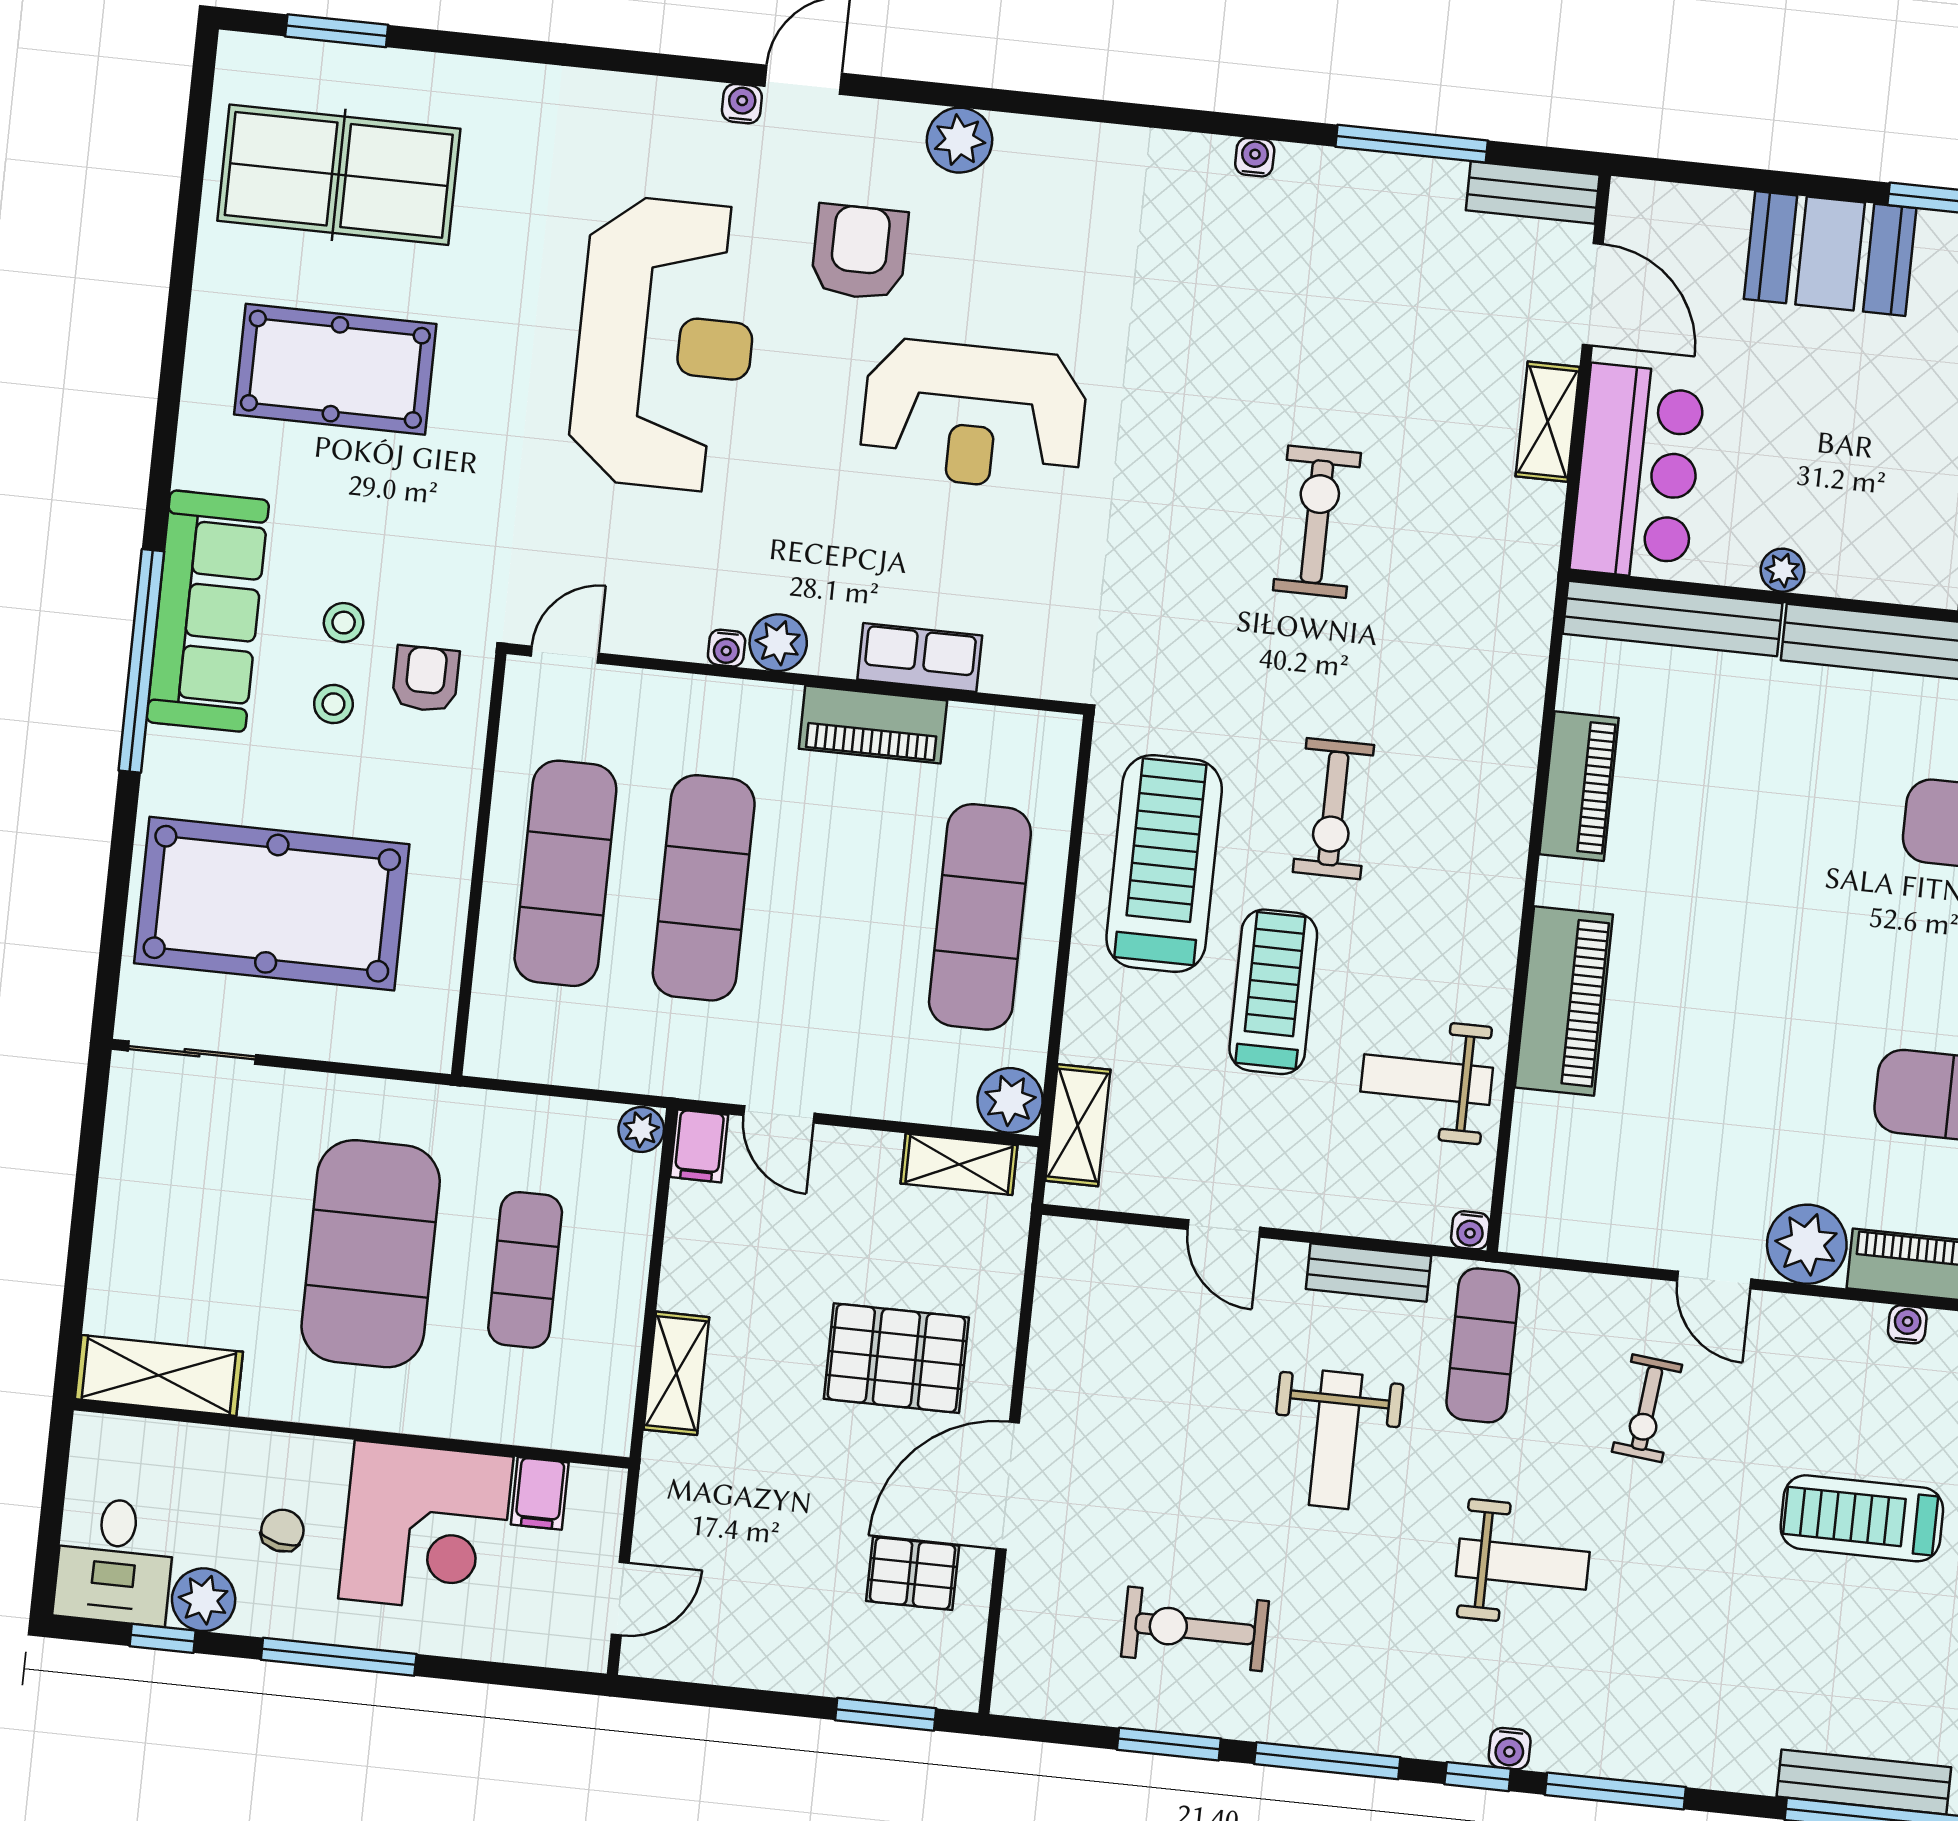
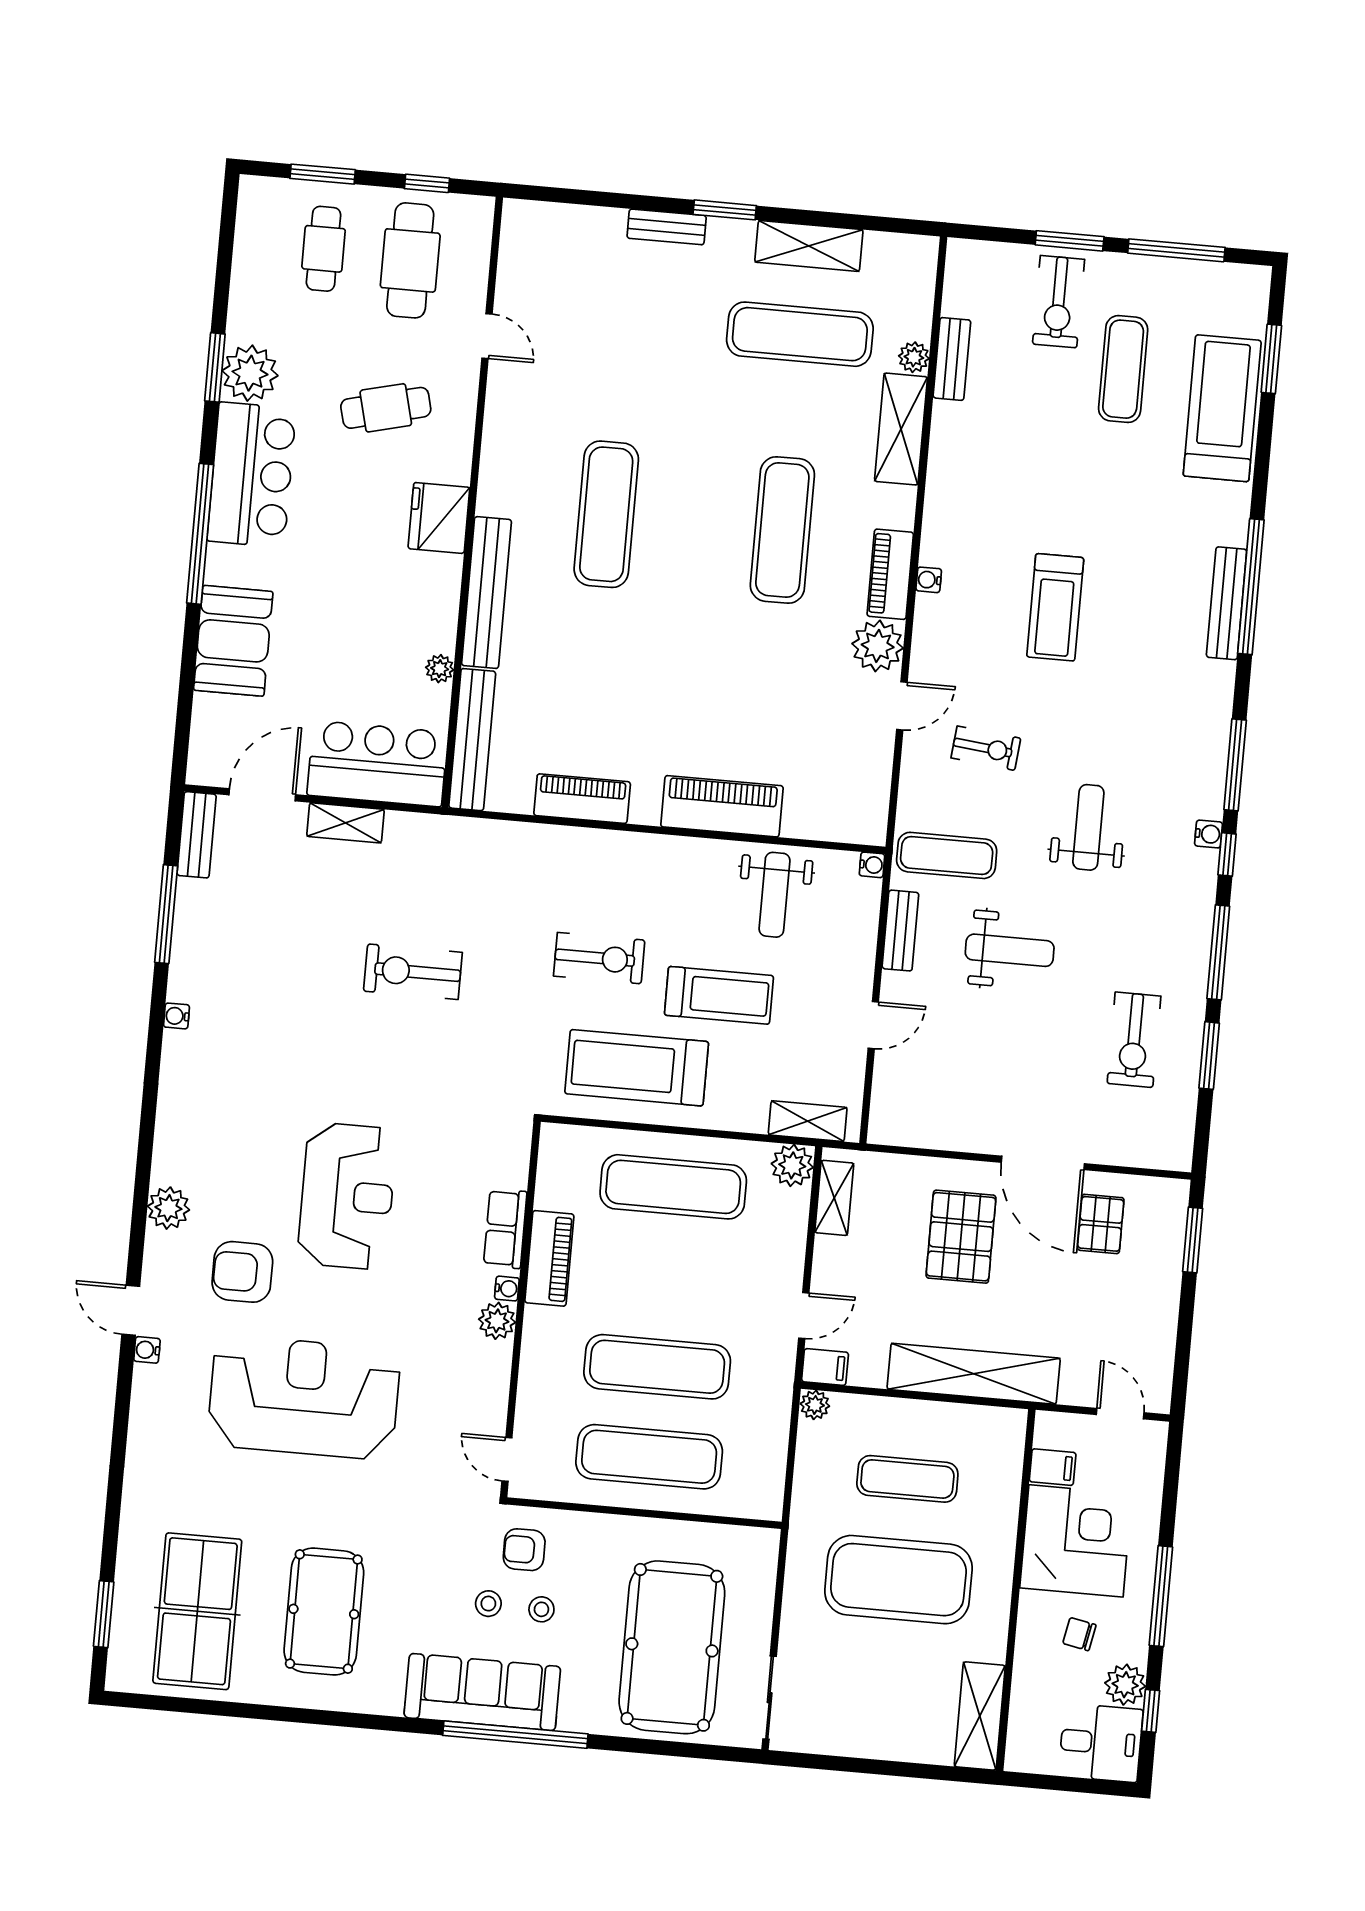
water cooler: (727, 648) -> (507, 1289), moved
treadmill: (1273, 992) -> (719, 995), turned 180
shelving: (676, 1373) -> (974, 1374), width x2.20, depth x1.33

